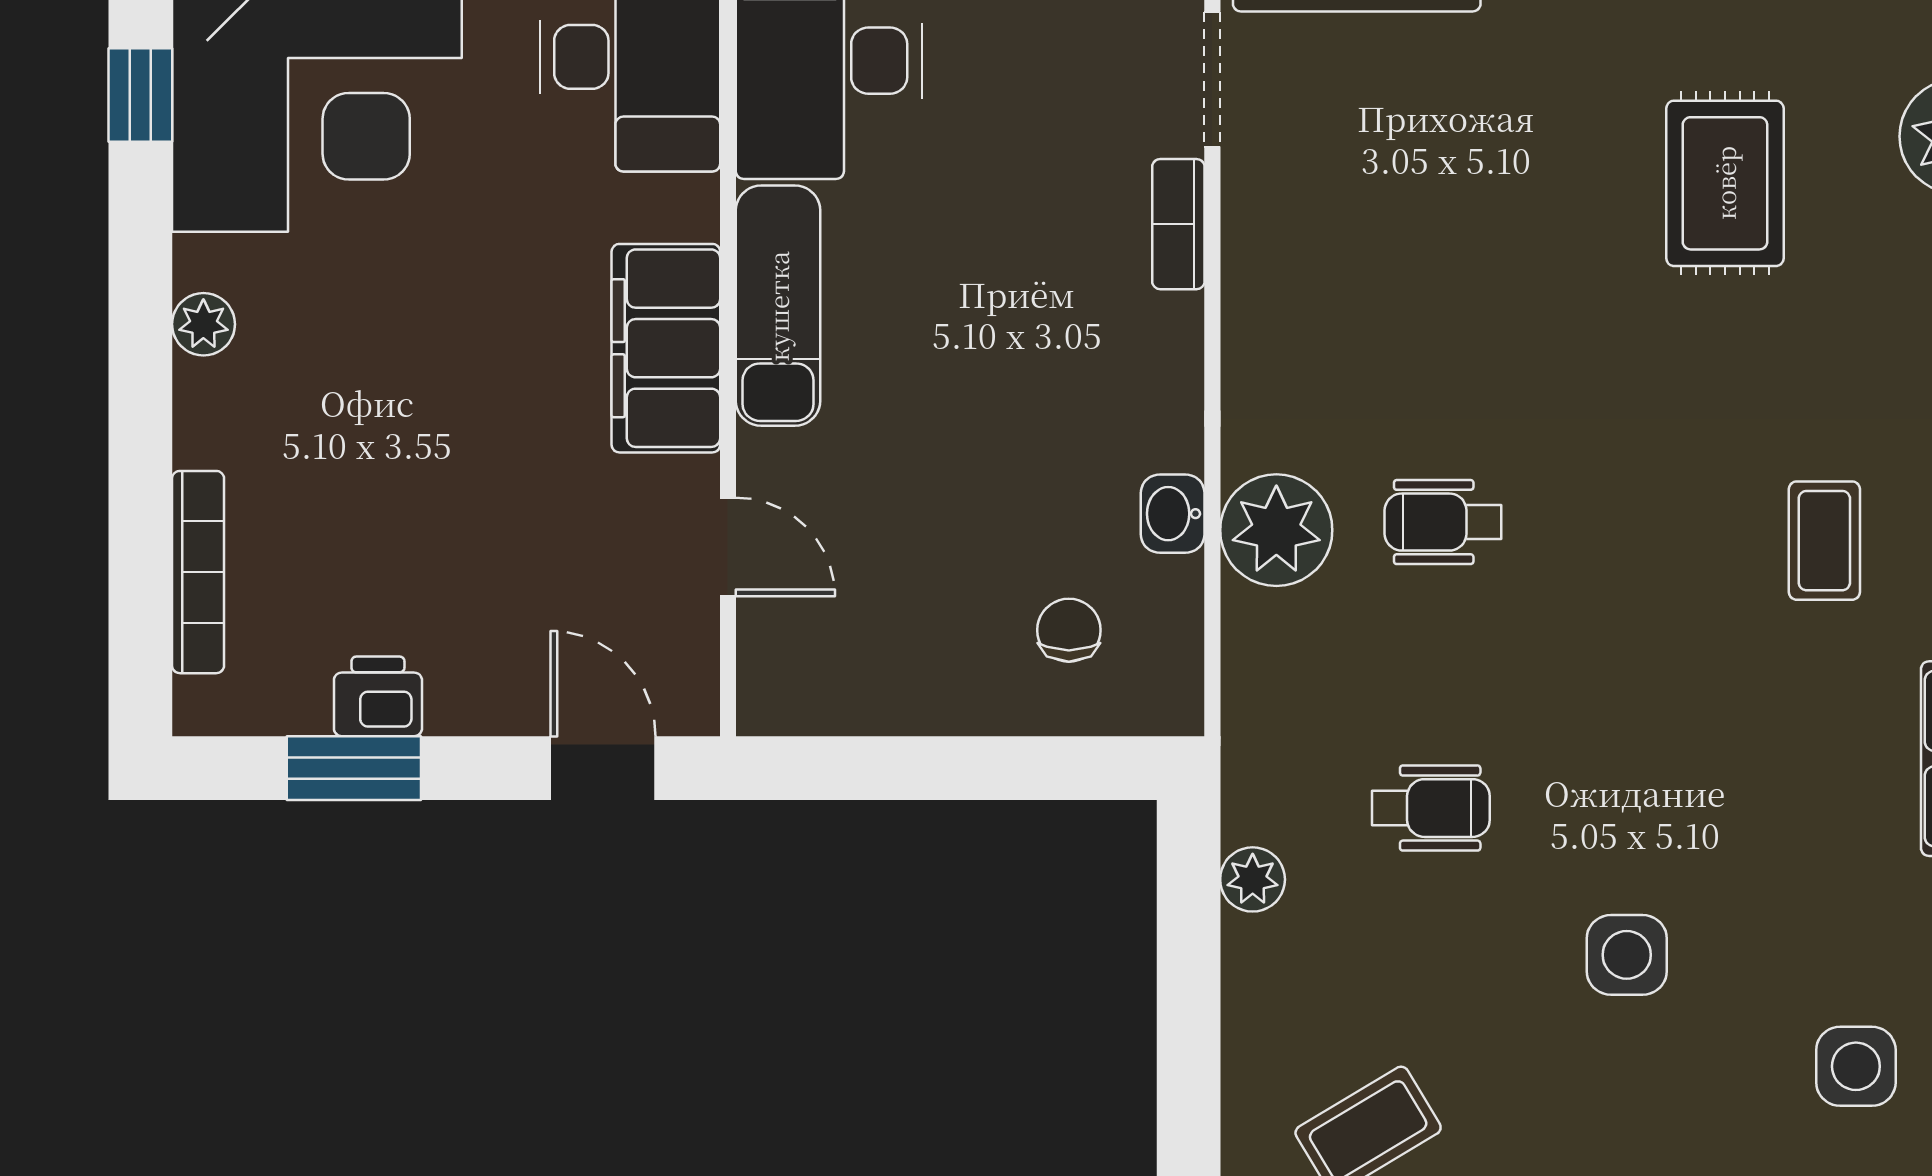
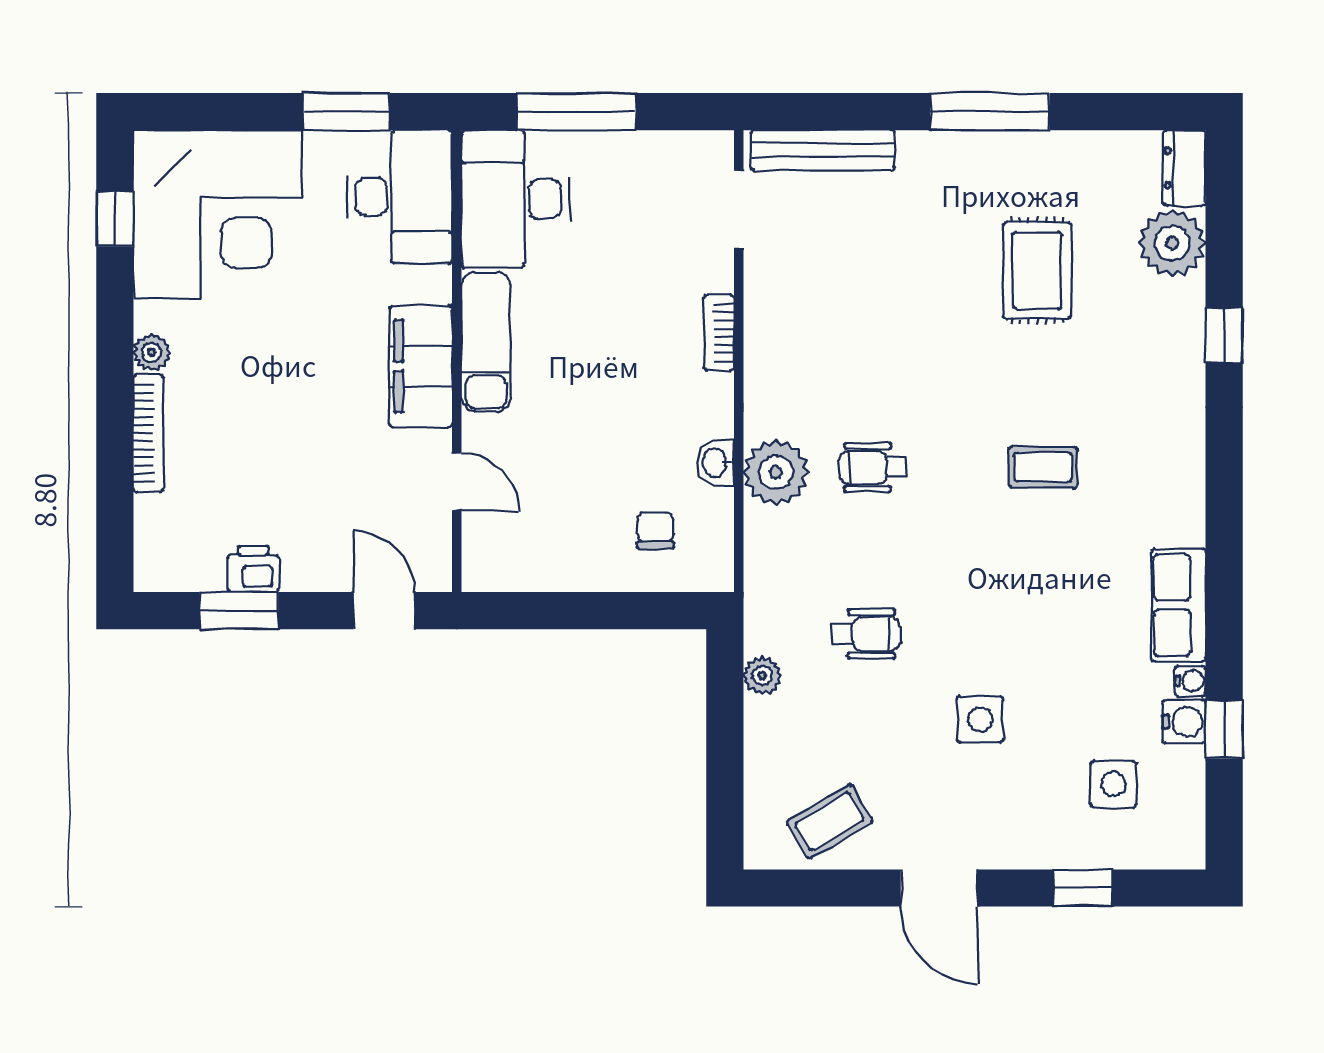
bookcase: (1178, 224) -> (719, 333), moved
coffee table: (1824, 541) -> (1043, 467), moved, turned 90
bookcase: (198, 572) -> (148, 433), moved

